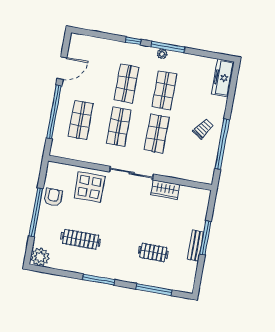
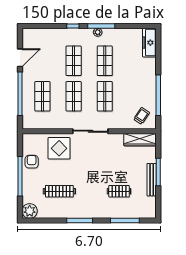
trolley: (203, 129) -> (142, 116), moved
wardrobe: (165, 190) -> (140, 140), moved, width x1.50
bench: (196, 246) -> (152, 180), width x1.36

